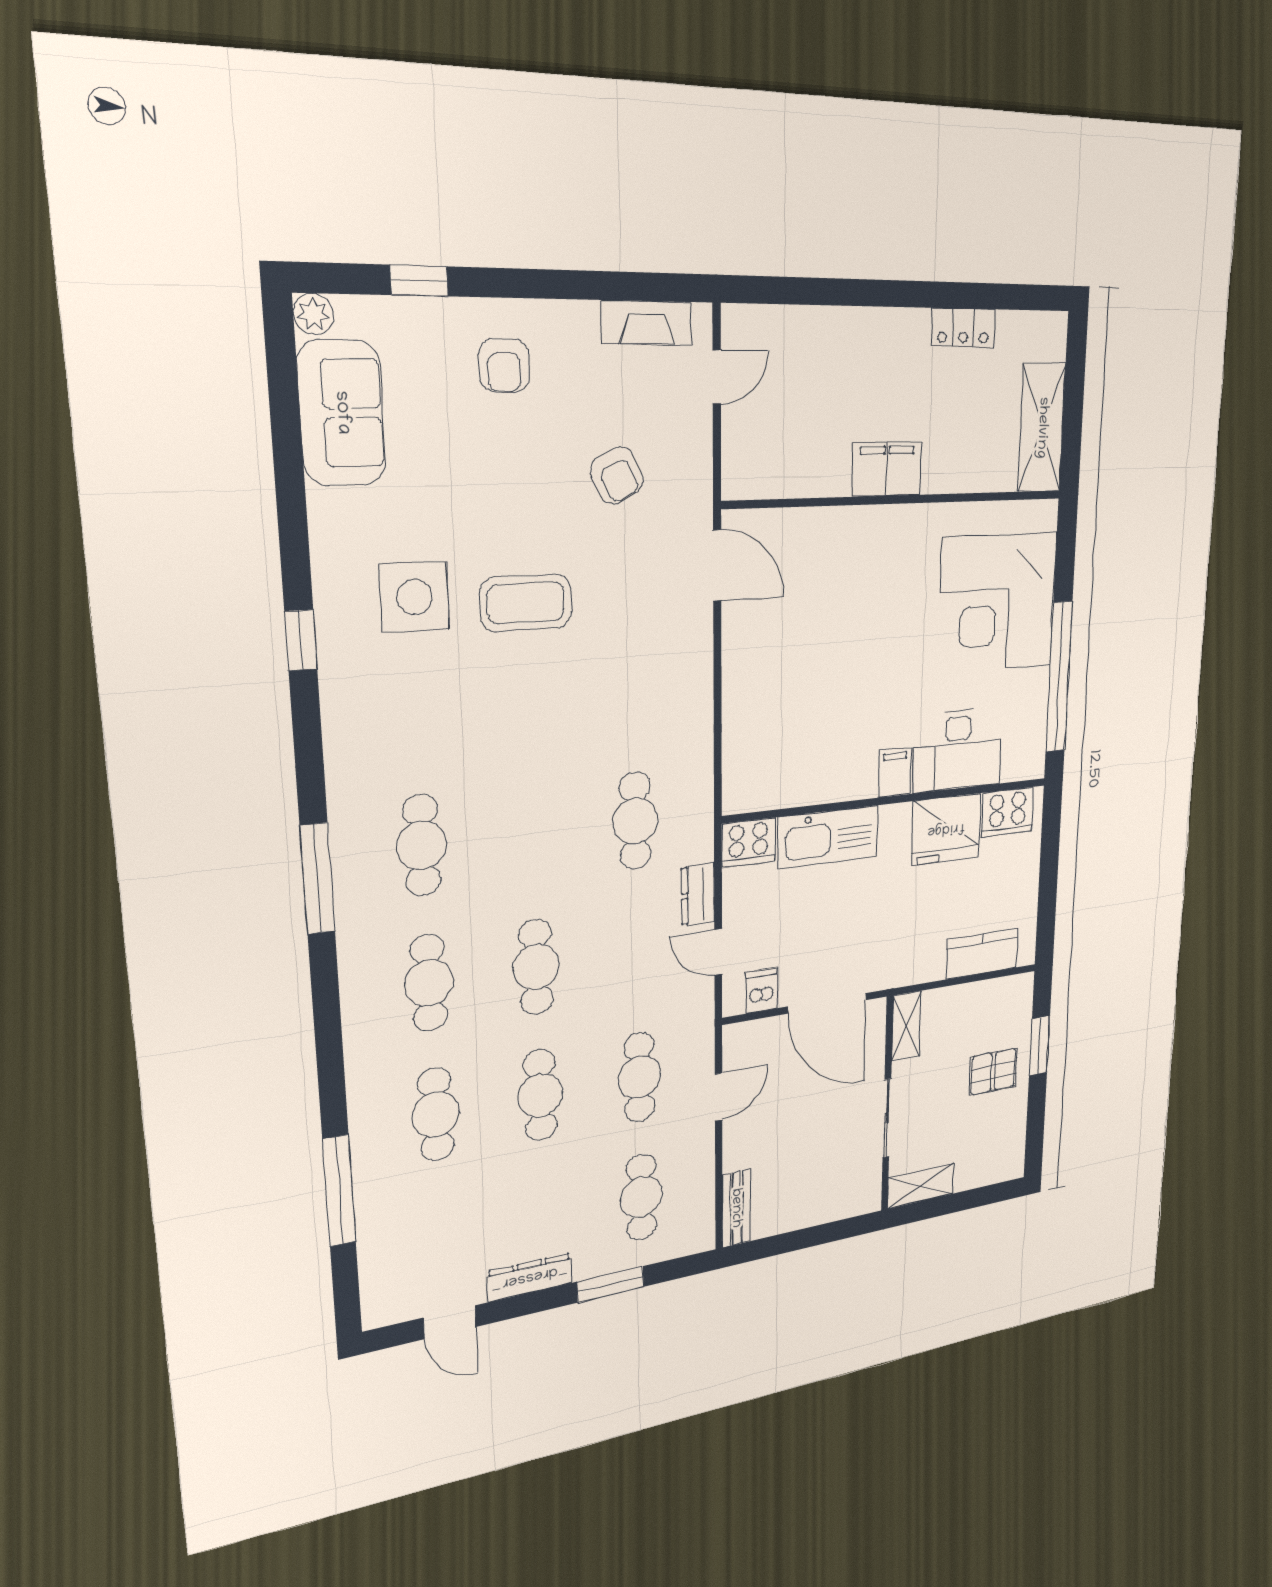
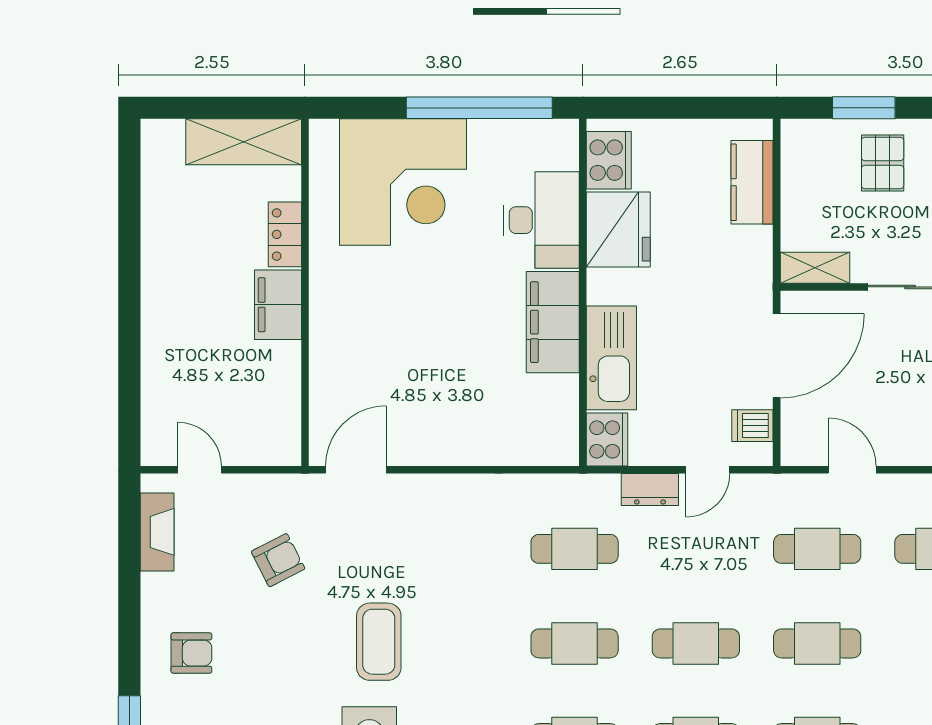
locker: (963, 328) -> (285, 234), moved, turned 180
filing cabinet: (895, 772) -> (553, 322), width x3.00, depth x1.17
cafe table: (531, 833) -> (575, 643), added

